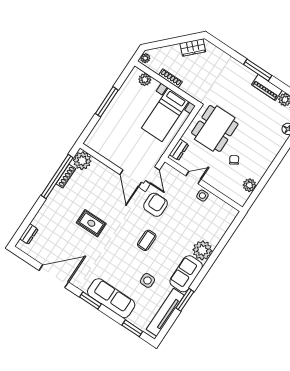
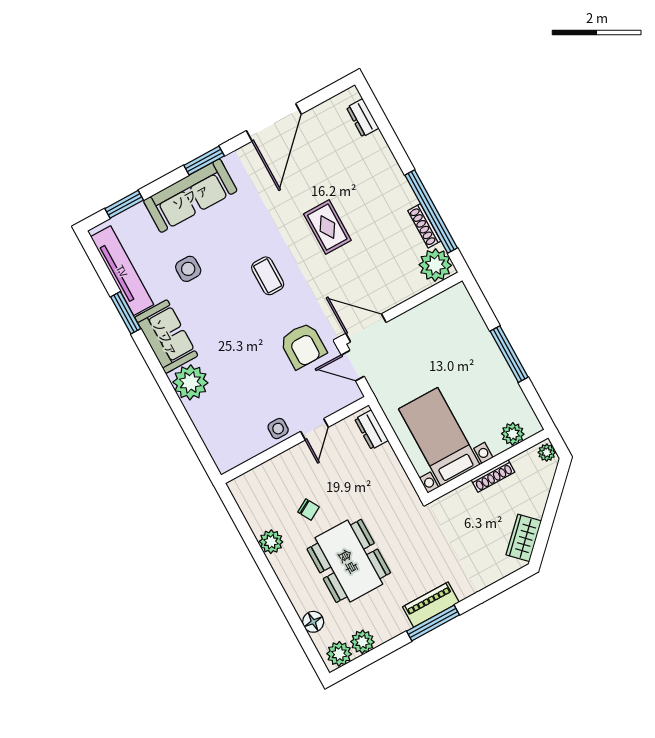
piano: (267, 87) -> (431, 605), moved
dining table: (215, 128) -> (349, 561), moved
plant: (249, 185) -> (271, 542), moved
rug: (91, 223) -> (327, 227), turned 90
coffee table: (147, 240) -> (268, 276), moved

